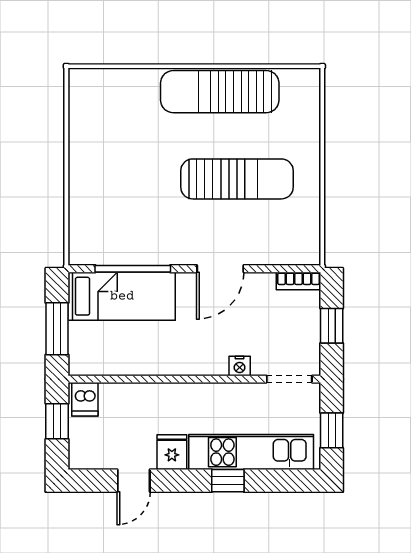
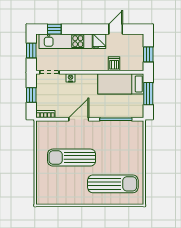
sun lounger: (220, 92) -> (113, 184), moved
bed: (122, 296) -> (121, 84), moved
dishwasher: (85, 399) -> (114, 64), moved
window: (228, 481) -> (54, 29), moved

